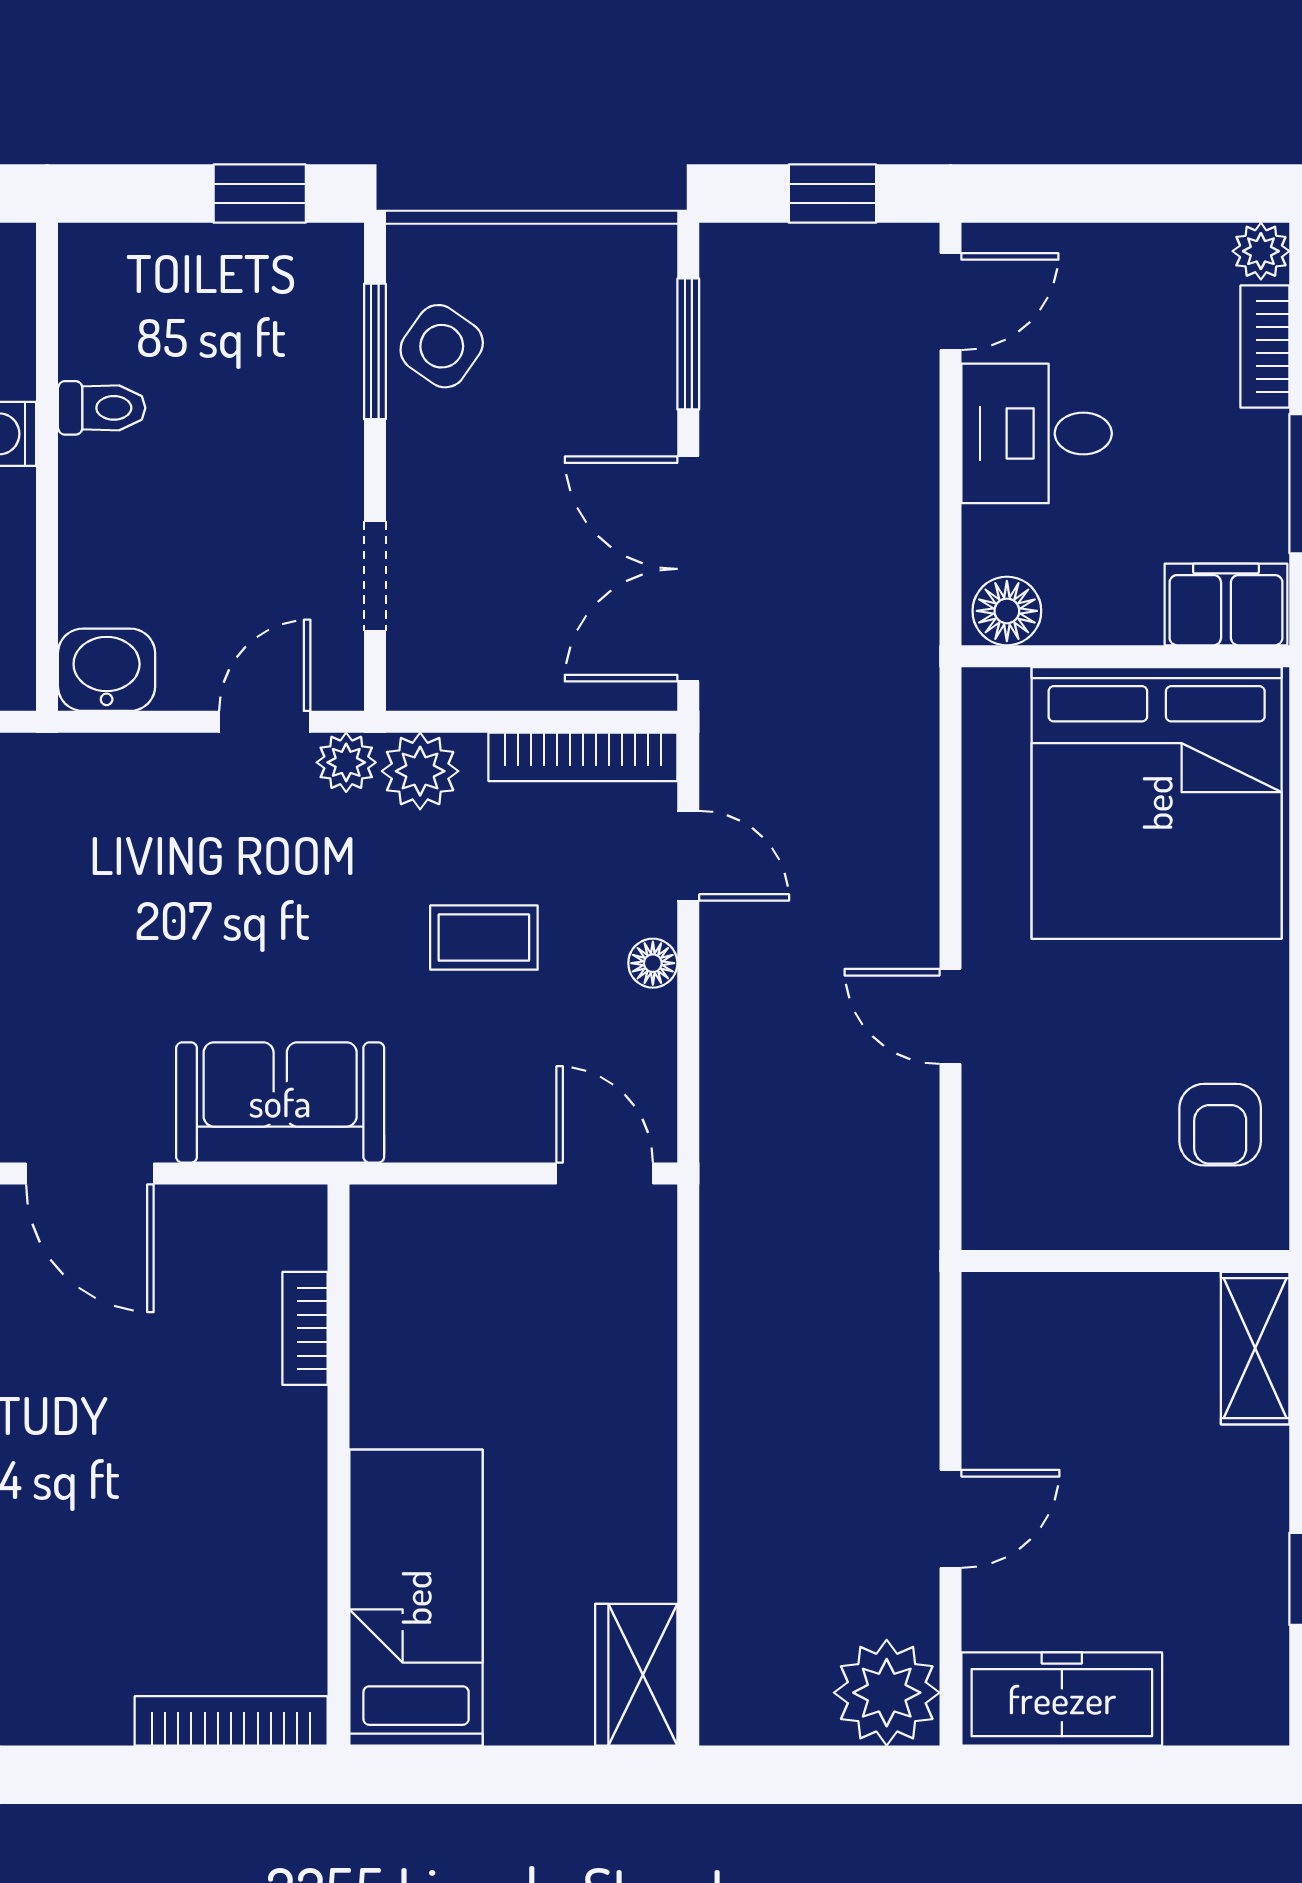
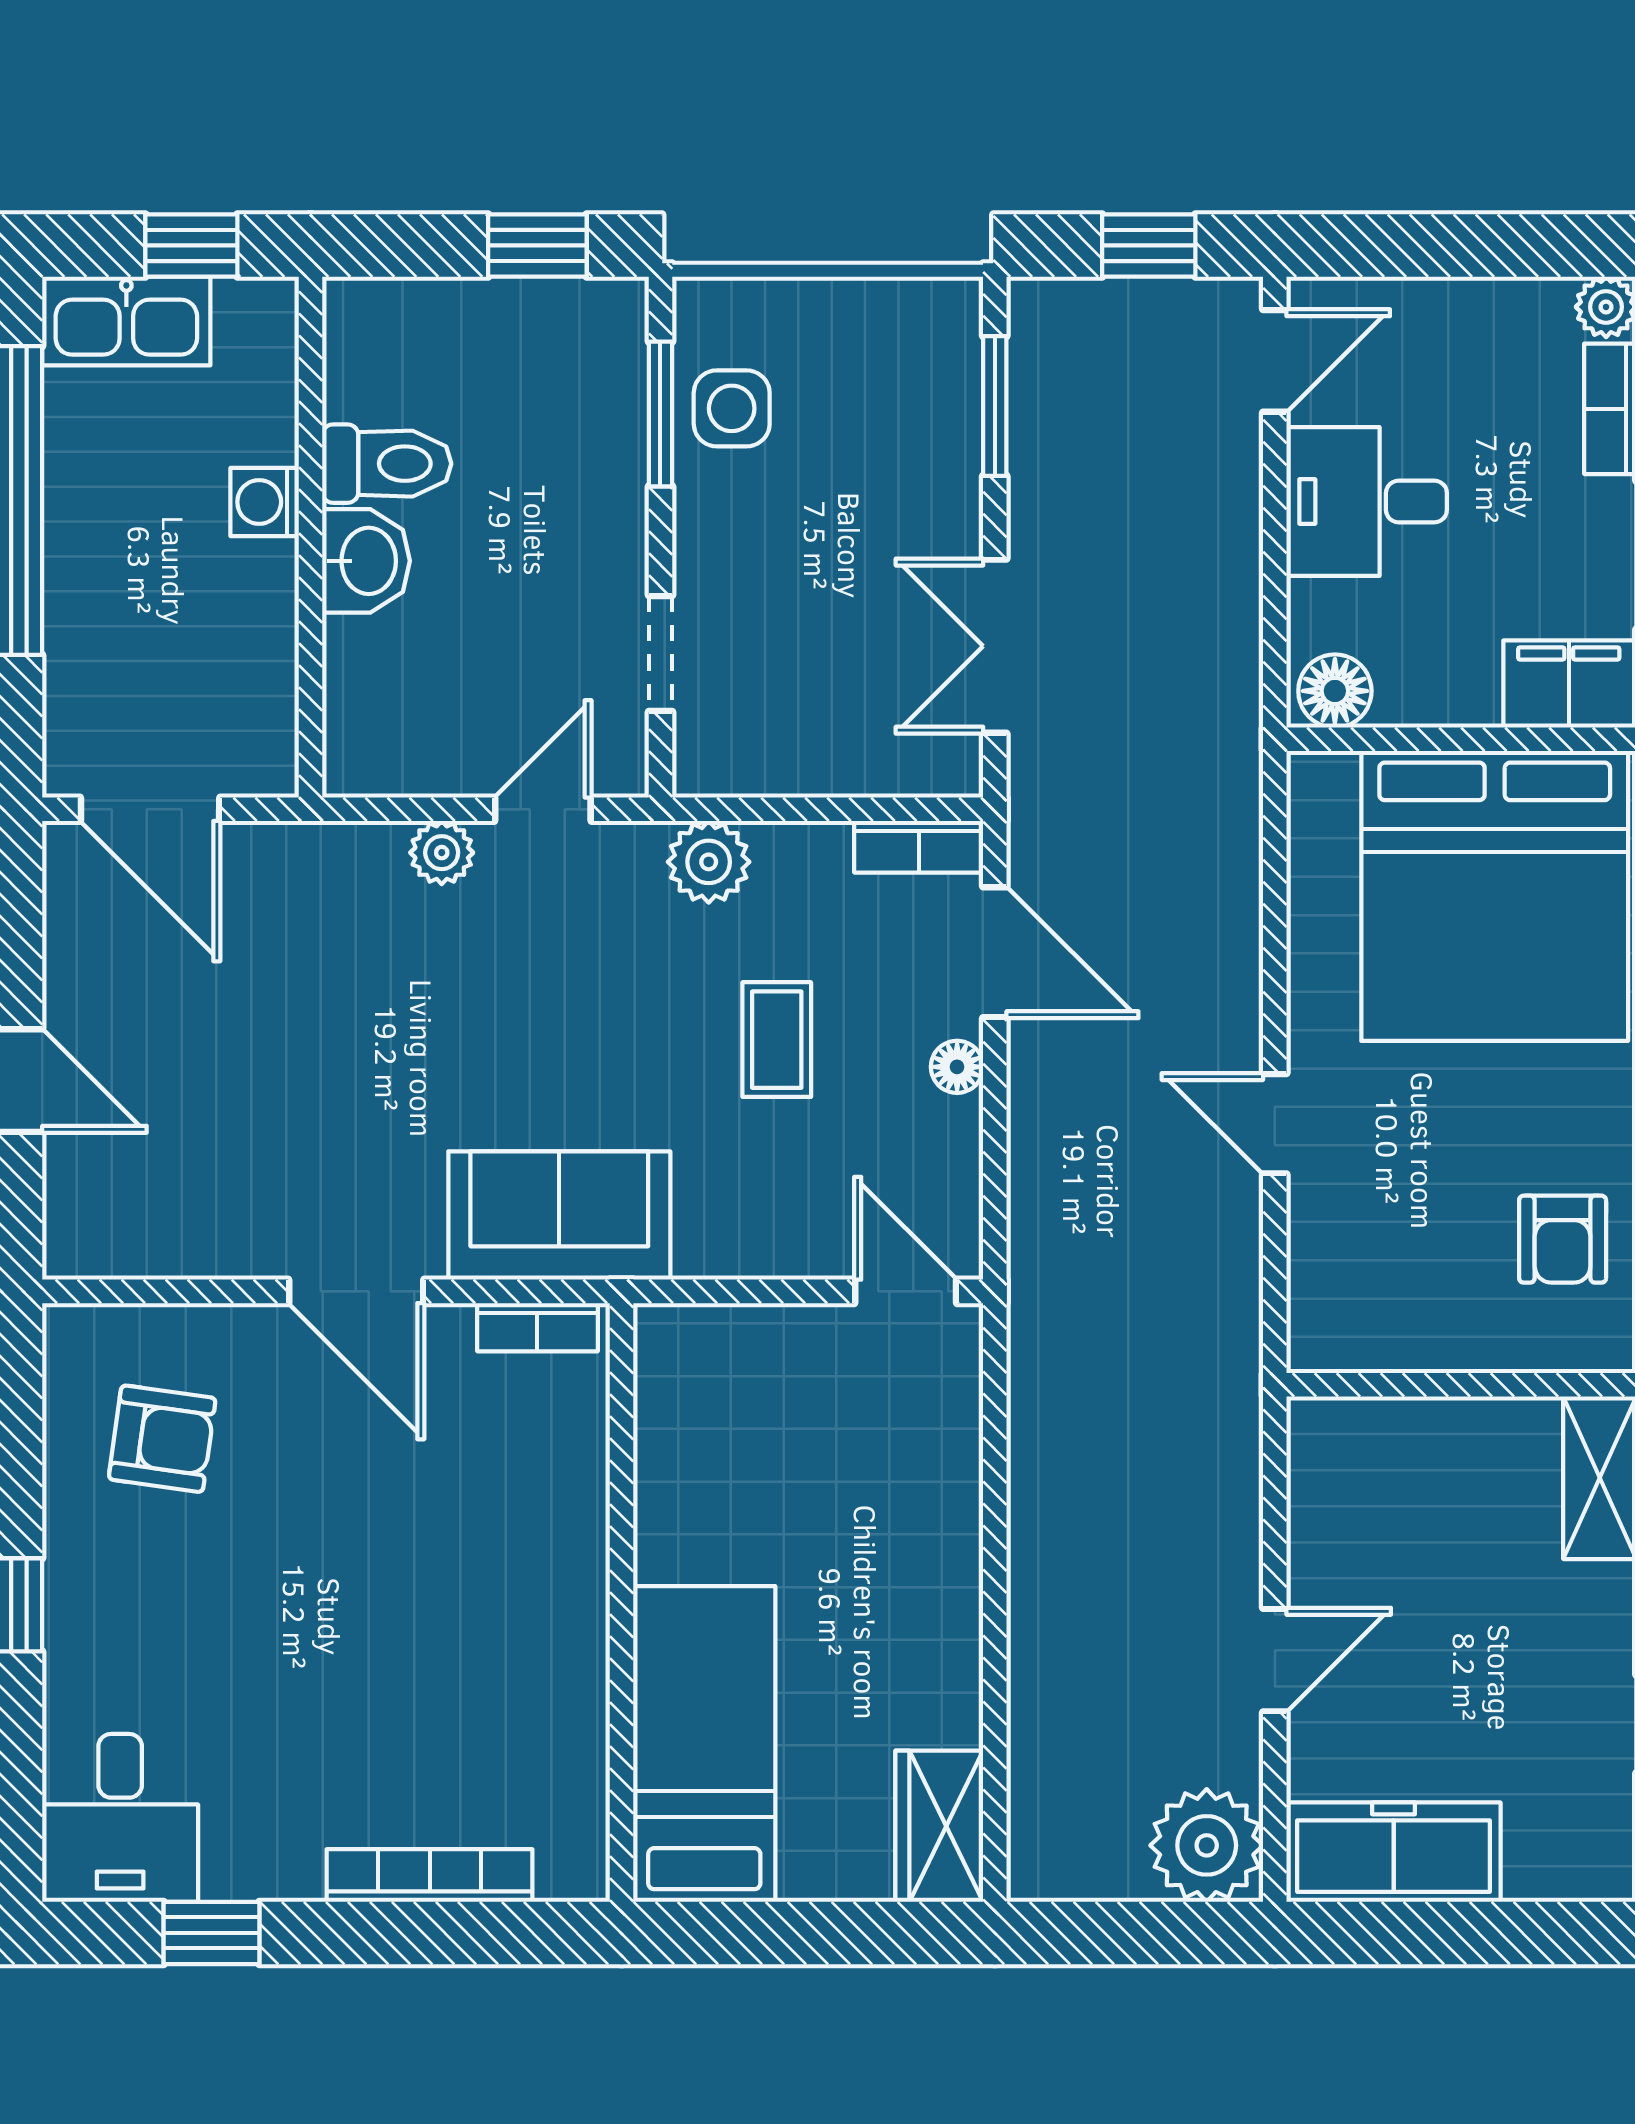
side table: (442, 346) -> (732, 408), turned -35
toilet: (102, 408) -> (387, 464), width x1.37, depth x1.39
double door: (688, 569) -> (995, 646), width x0.73
washbasin: (107, 670) -> (366, 561), moved, turned 90
bookcase: (583, 757) -> (919, 847), width x0.64
plant: (346, 762) -> (442, 853), moved
door: (688, 856) -> (995, 952), width x1.38
coffee table: (484, 938) -> (777, 1040), turned 90
bookcase: (305, 1328) -> (537, 1327), moved, turned -90
bookcase: (231, 1721) -> (430, 1875), moved

